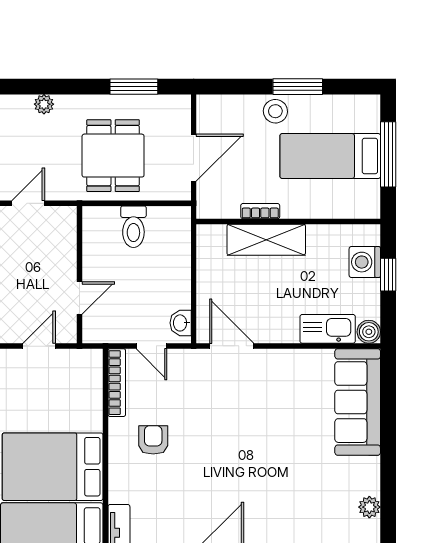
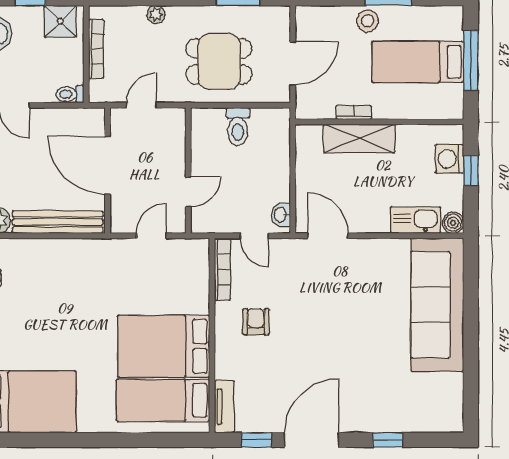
dining table: (113, 156) -> (219, 62), turned 90
sofa: (358, 402) -> (437, 305), width x1.36, depth x1.27
plant: (369, 507) -> (454, 383), removed

